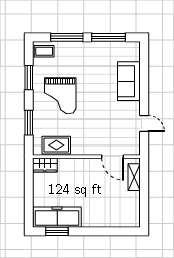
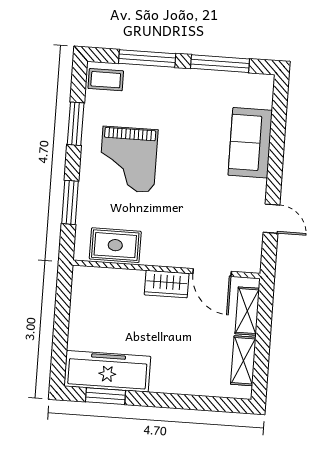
wardrobe: (45, 165) -> (167, 284), moved
shelving: (134, 206) -> (243, 361), added

